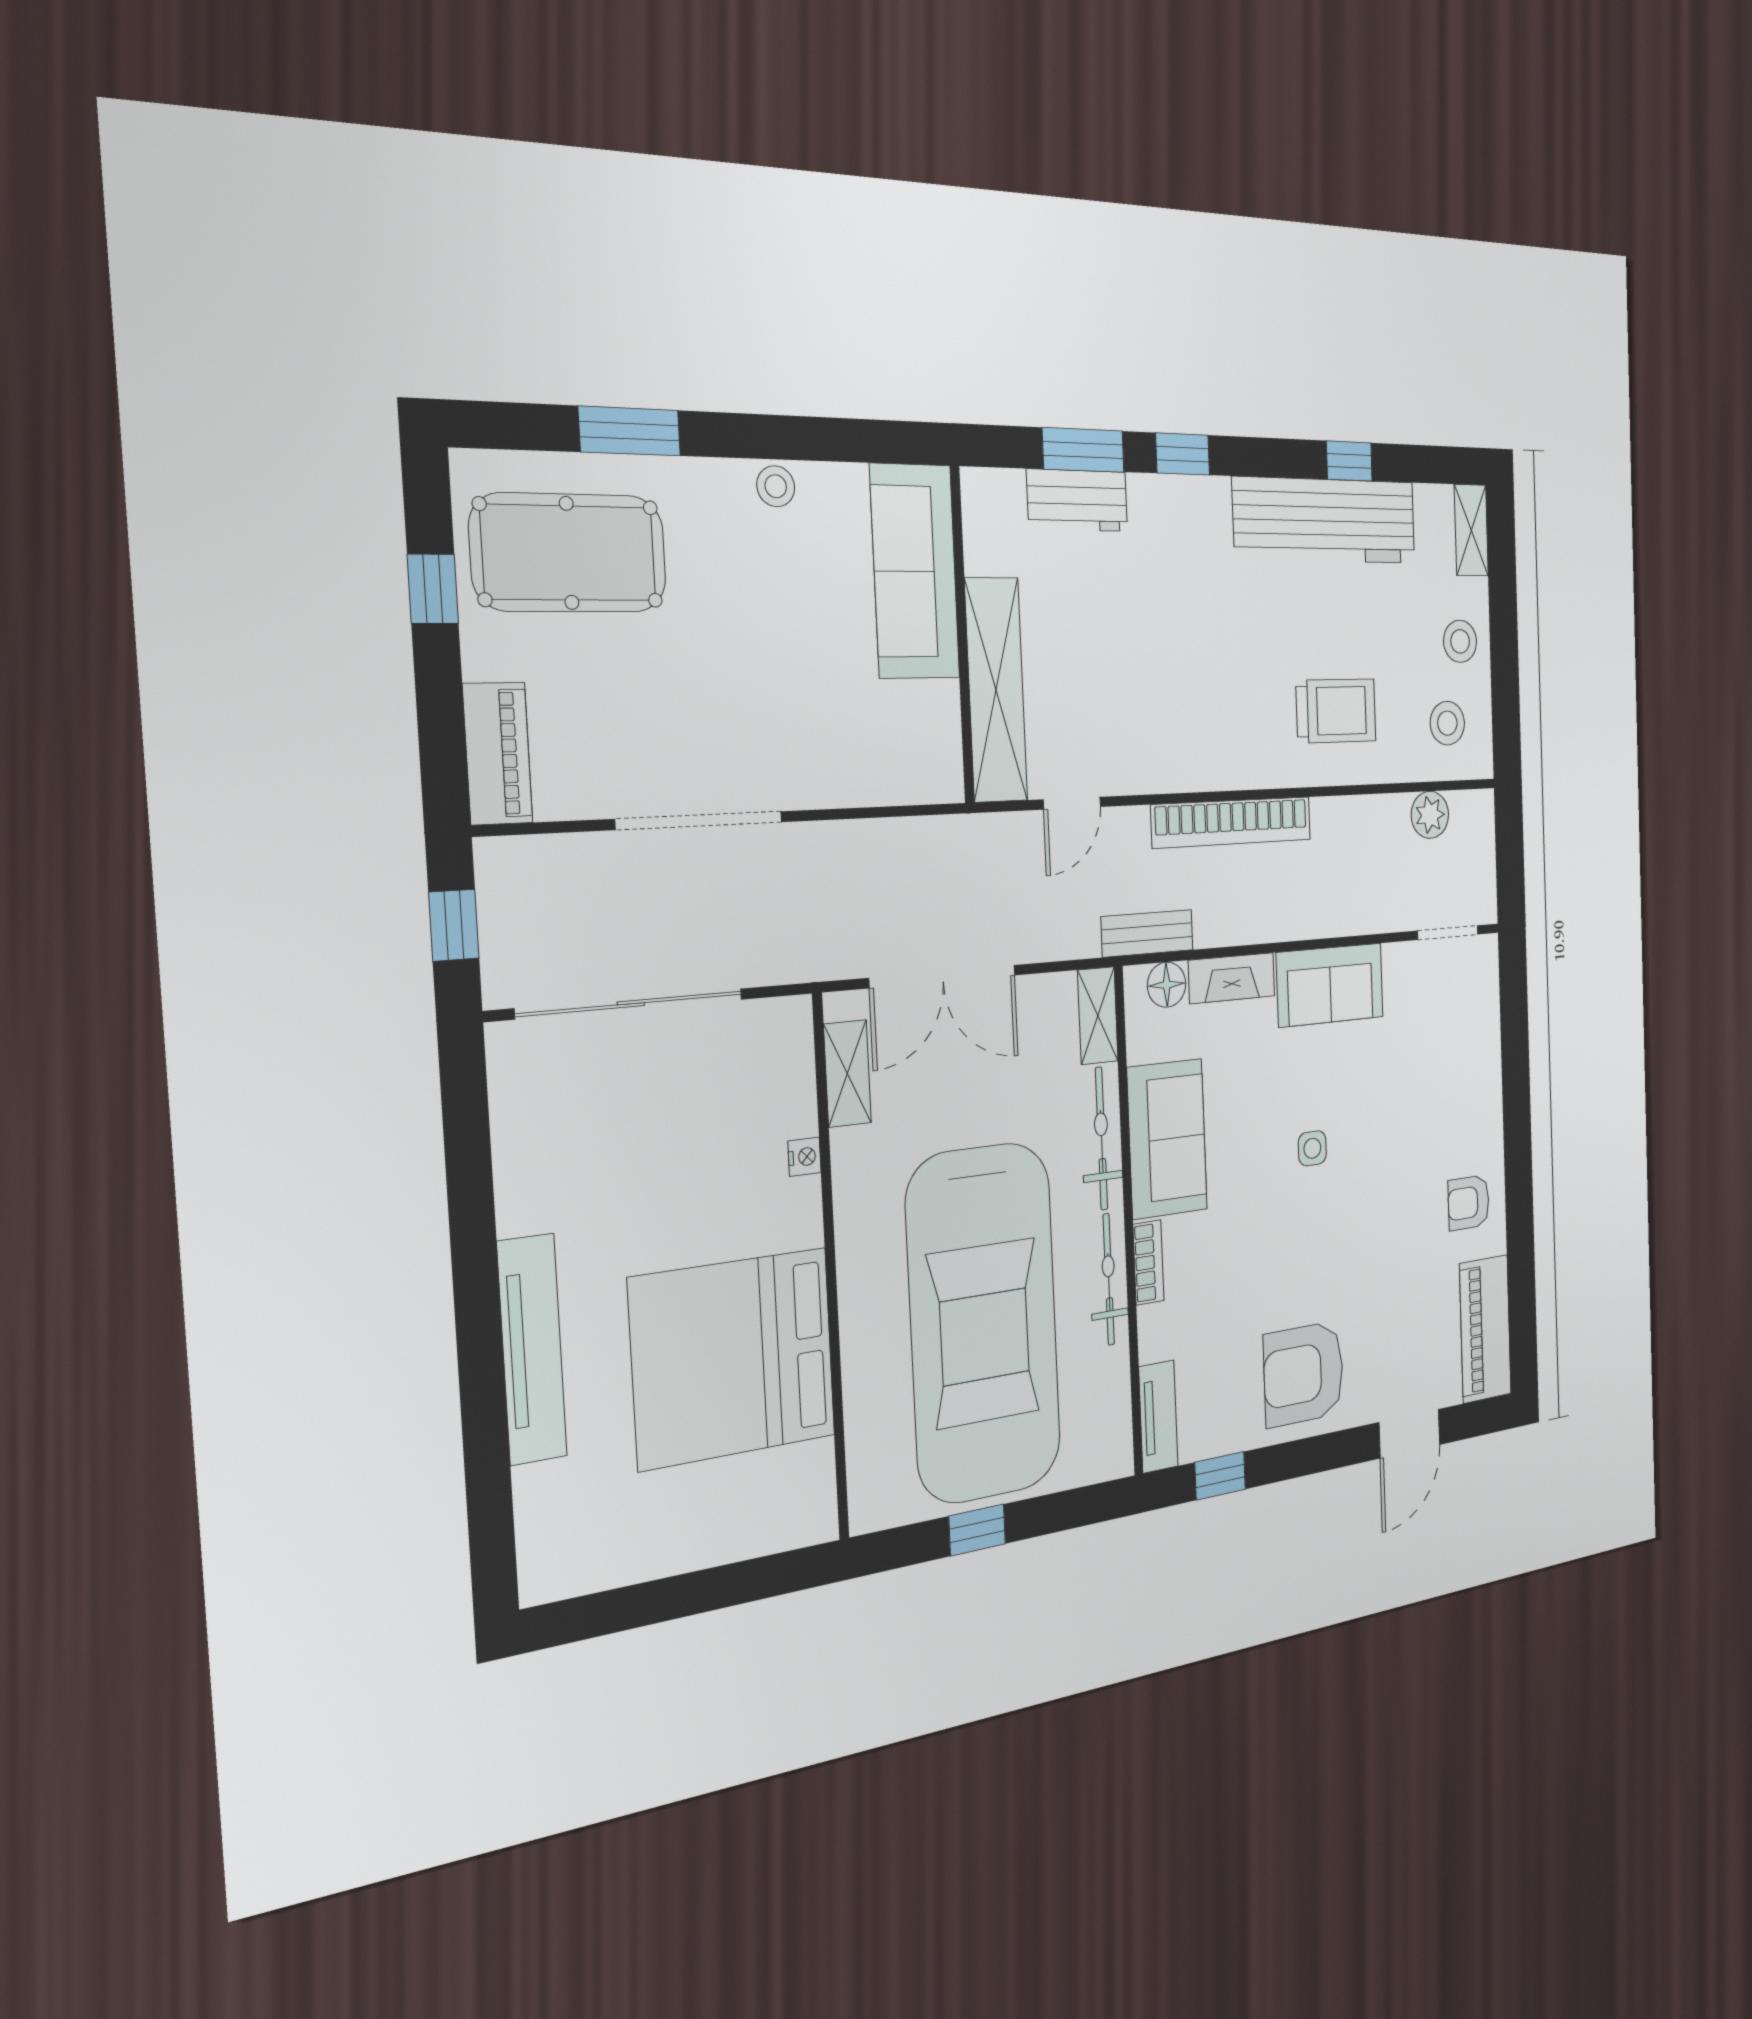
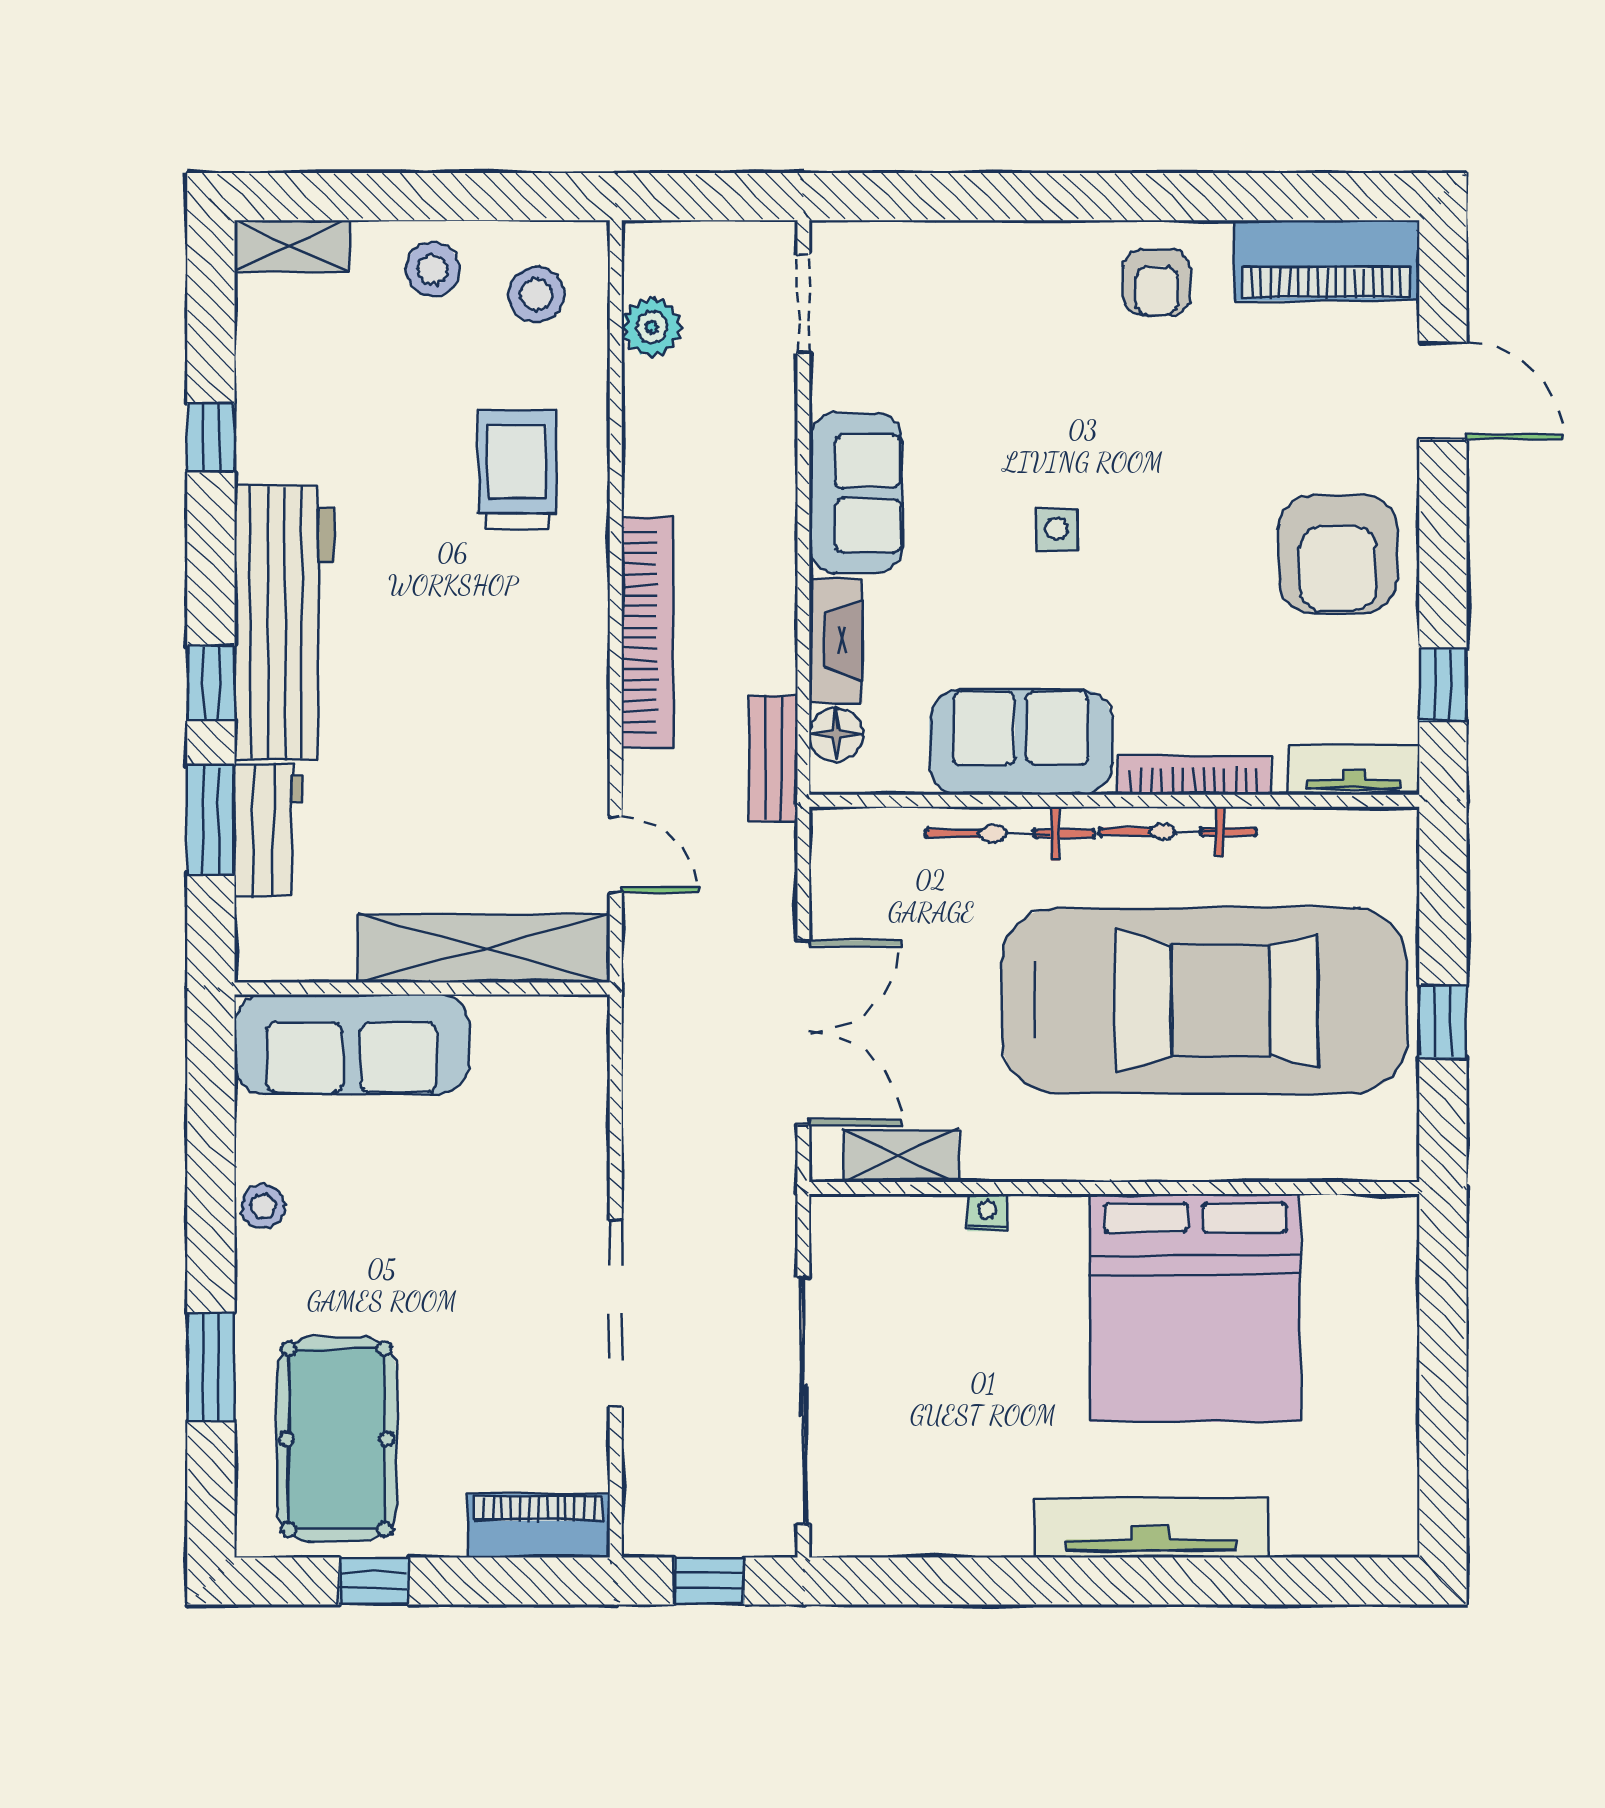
workbench: (1325, 521) -> (284, 623), moved
shelving: (1098, 1016) -> (865, 832), removed
bookcase: (1148, 1262) -> (1193, 775), width x1.56

